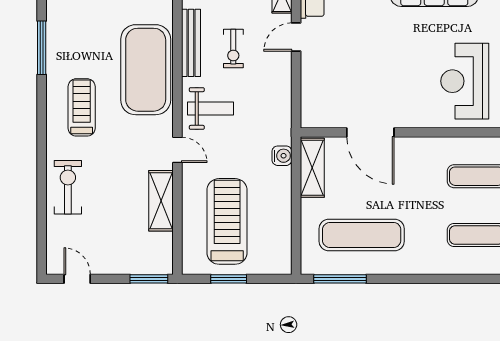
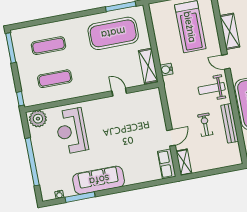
reception desk: (465, 81) -> (71, 131), turned 180
door: (370, 132) -> (119, 92), width x0.53
exercise mat: (362, 235) -> (113, 33), width x1.47

